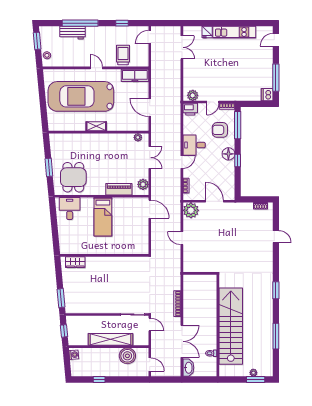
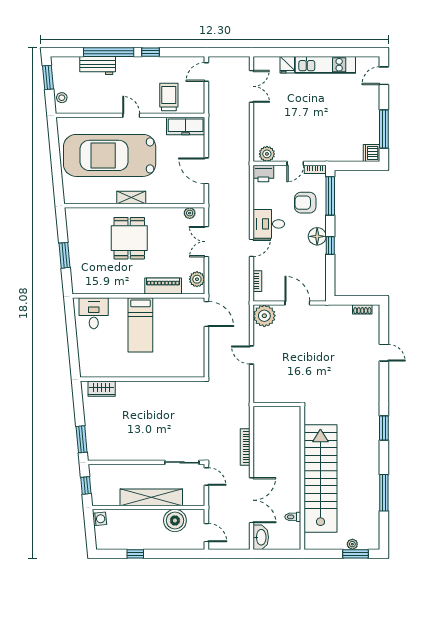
window: (122, 23) -> (151, 52), moved
double door: (150, 158) -> (206, 242), swing flipped
dining table: (73, 177) -> (129, 238), moved

